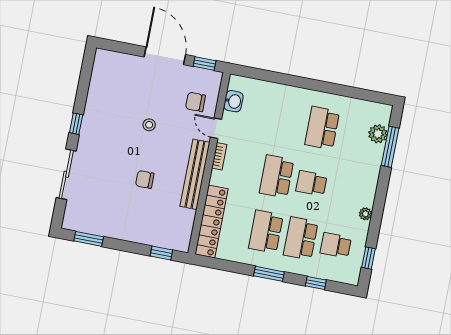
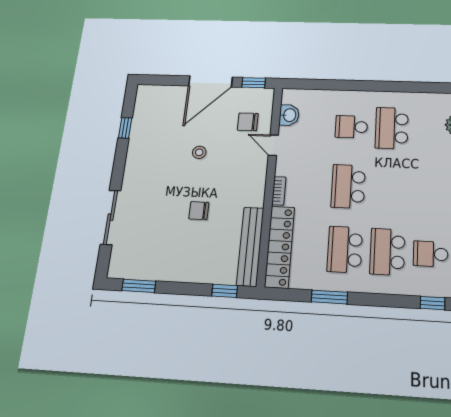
door: (165, 56) -> (211, 82), swing flipped
window: (76, 124) -> (125, 128), moved
bookcase: (219, 156) -> (279, 191), moved
bench: (195, 174) -> (250, 246), moved
school desk: (311, 183) -> (351, 127), moved
window: (269, 274) -> (329, 297), moved
window: (316, 283) -> (433, 303), moved

